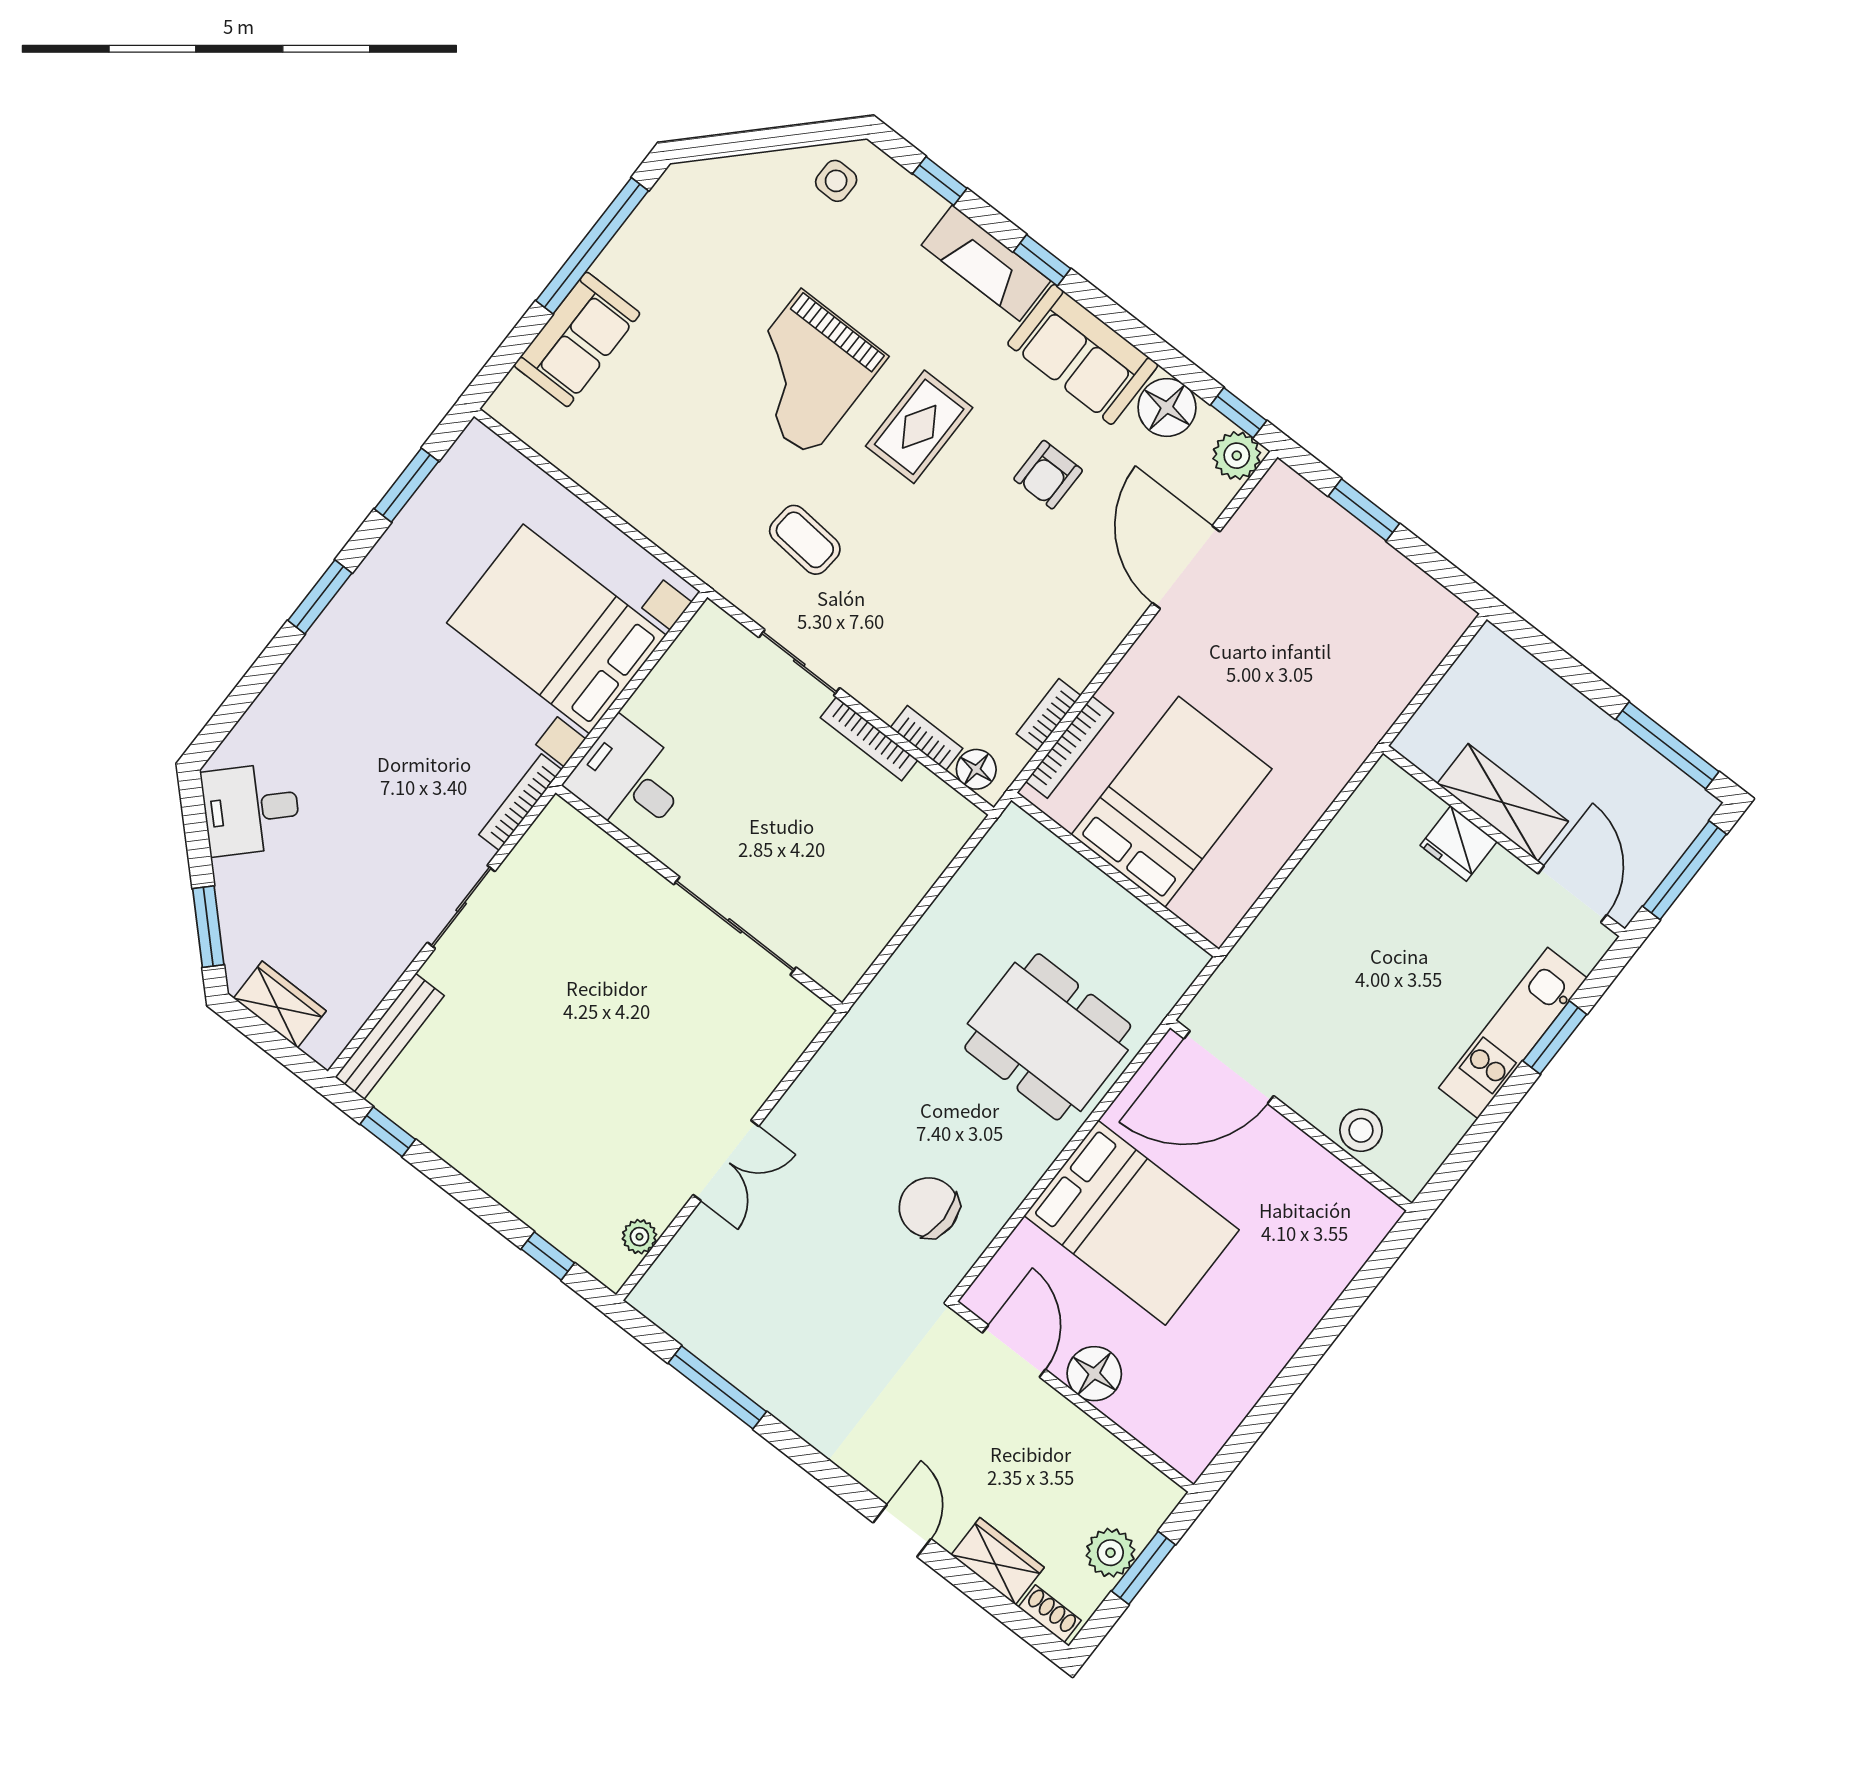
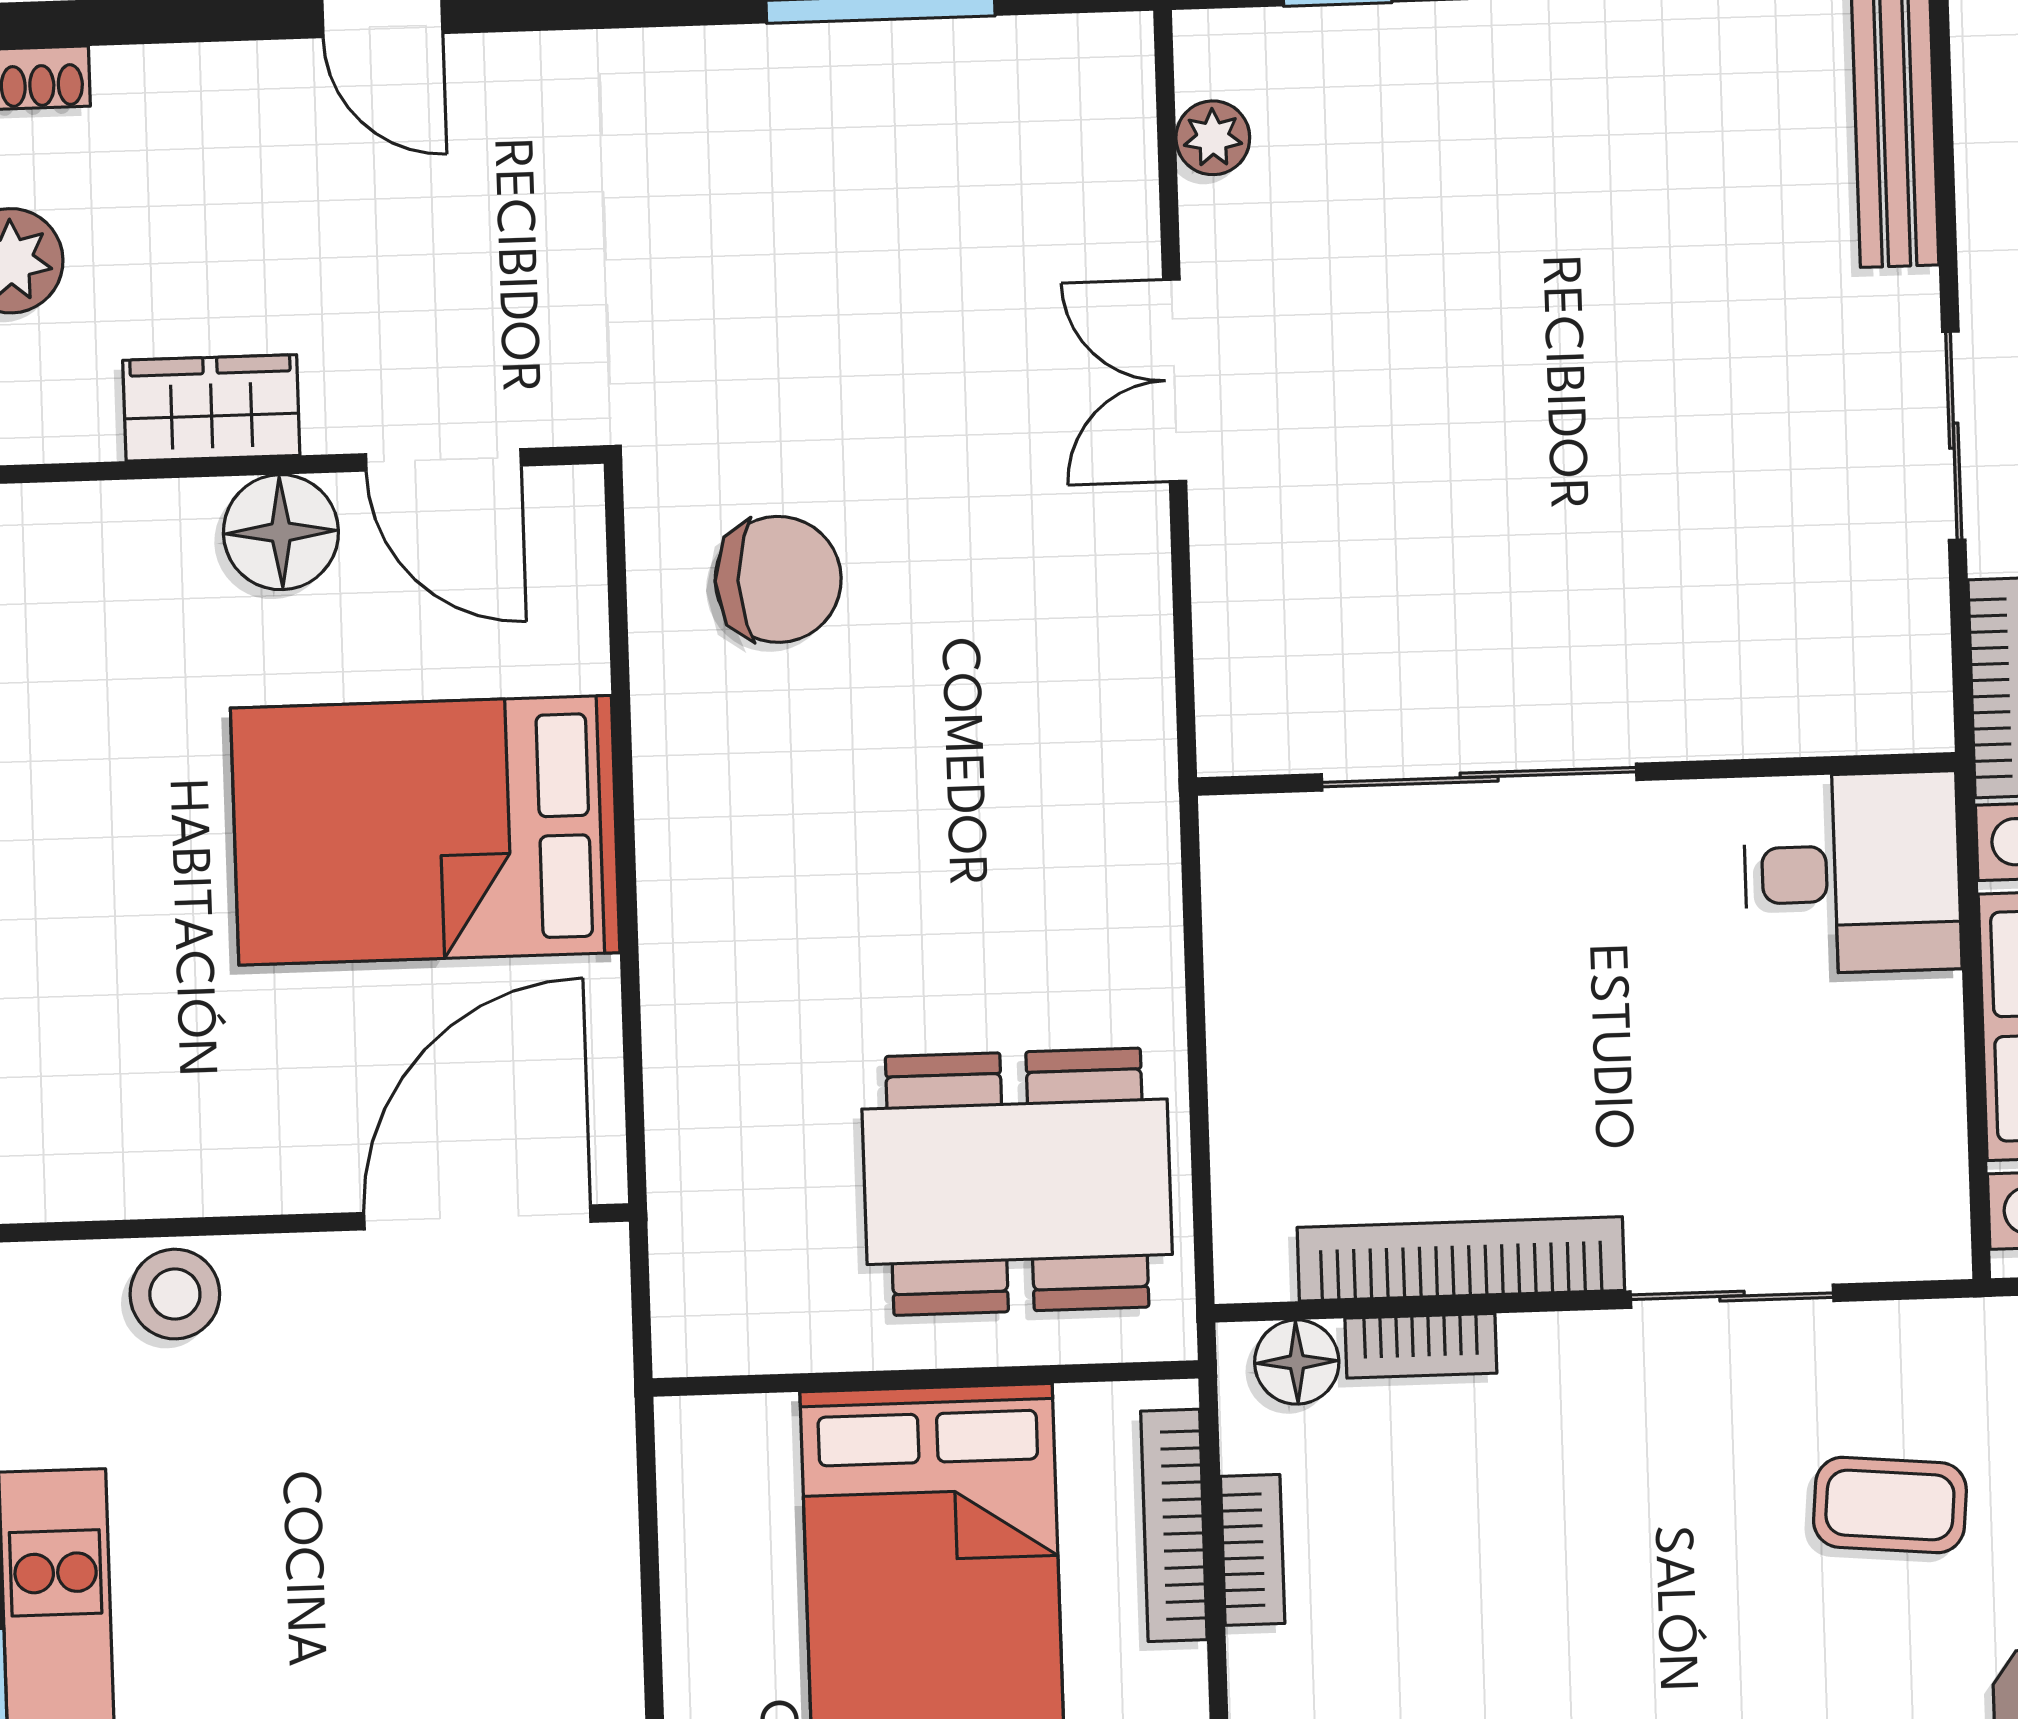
bookcase: (869, 739) -> (1461, 1259), width x1.48, depth x1.31
dining table: (1048, 1037) -> (1017, 1182), moved
wardrobe: (998, 1561) -> (211, 408), moved, turned 180

